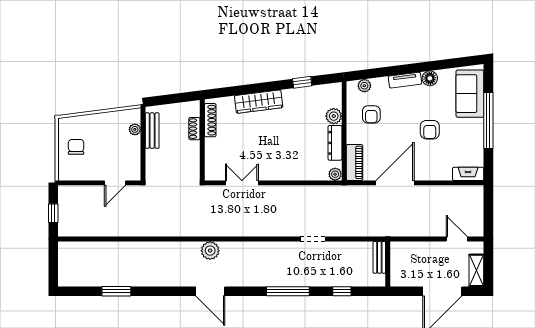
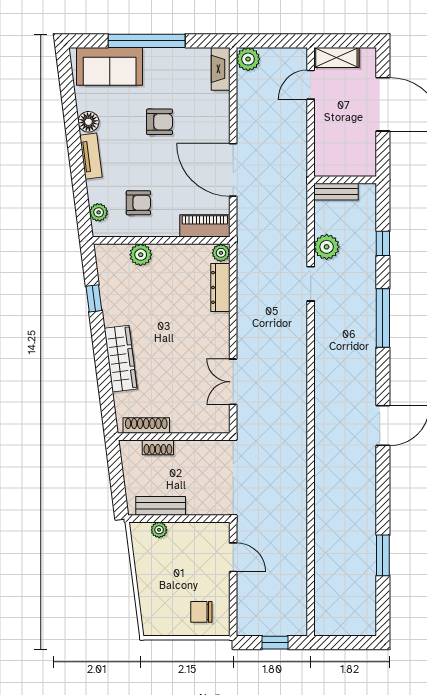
dresser: (335, 143) -> (220, 287), moved, turned 90
chair: (76, 147) -> (201, 612), moved
plant: (475, 194) -> (248, 59), added
plant: (210, 251) -> (327, 247), moved
shelving: (476, 270) -> (336, 57), moved

